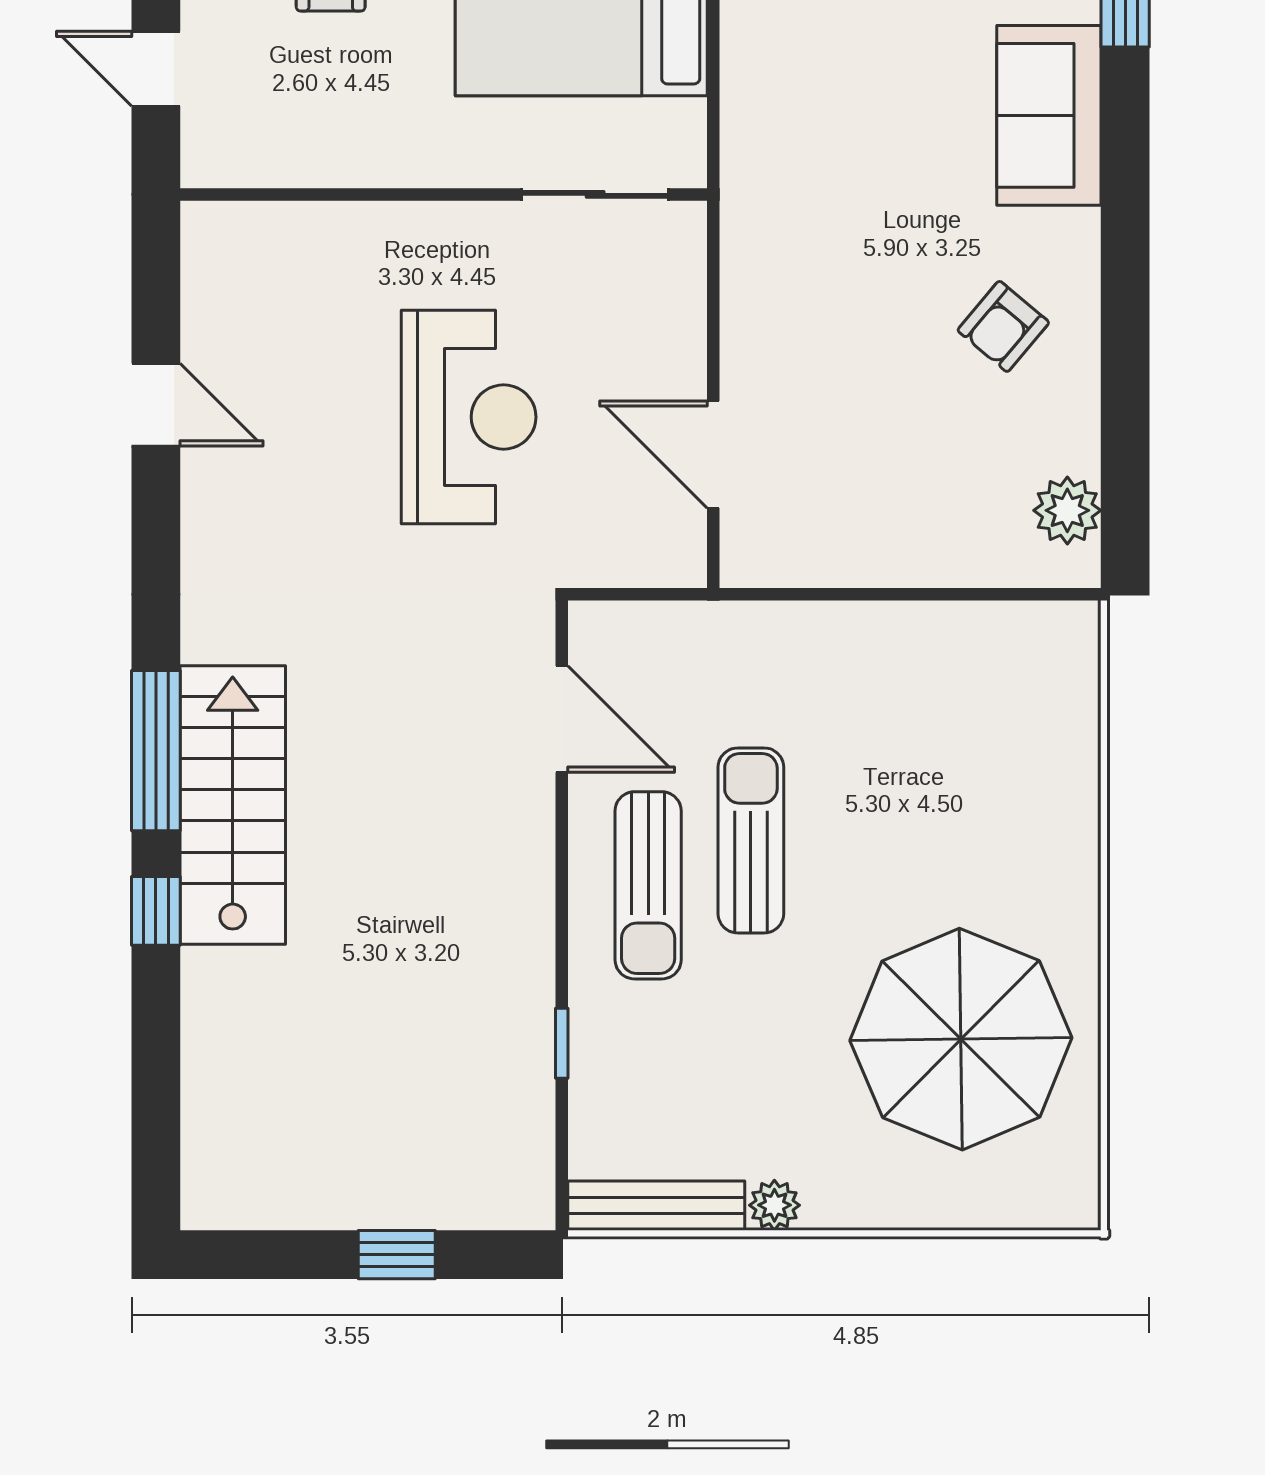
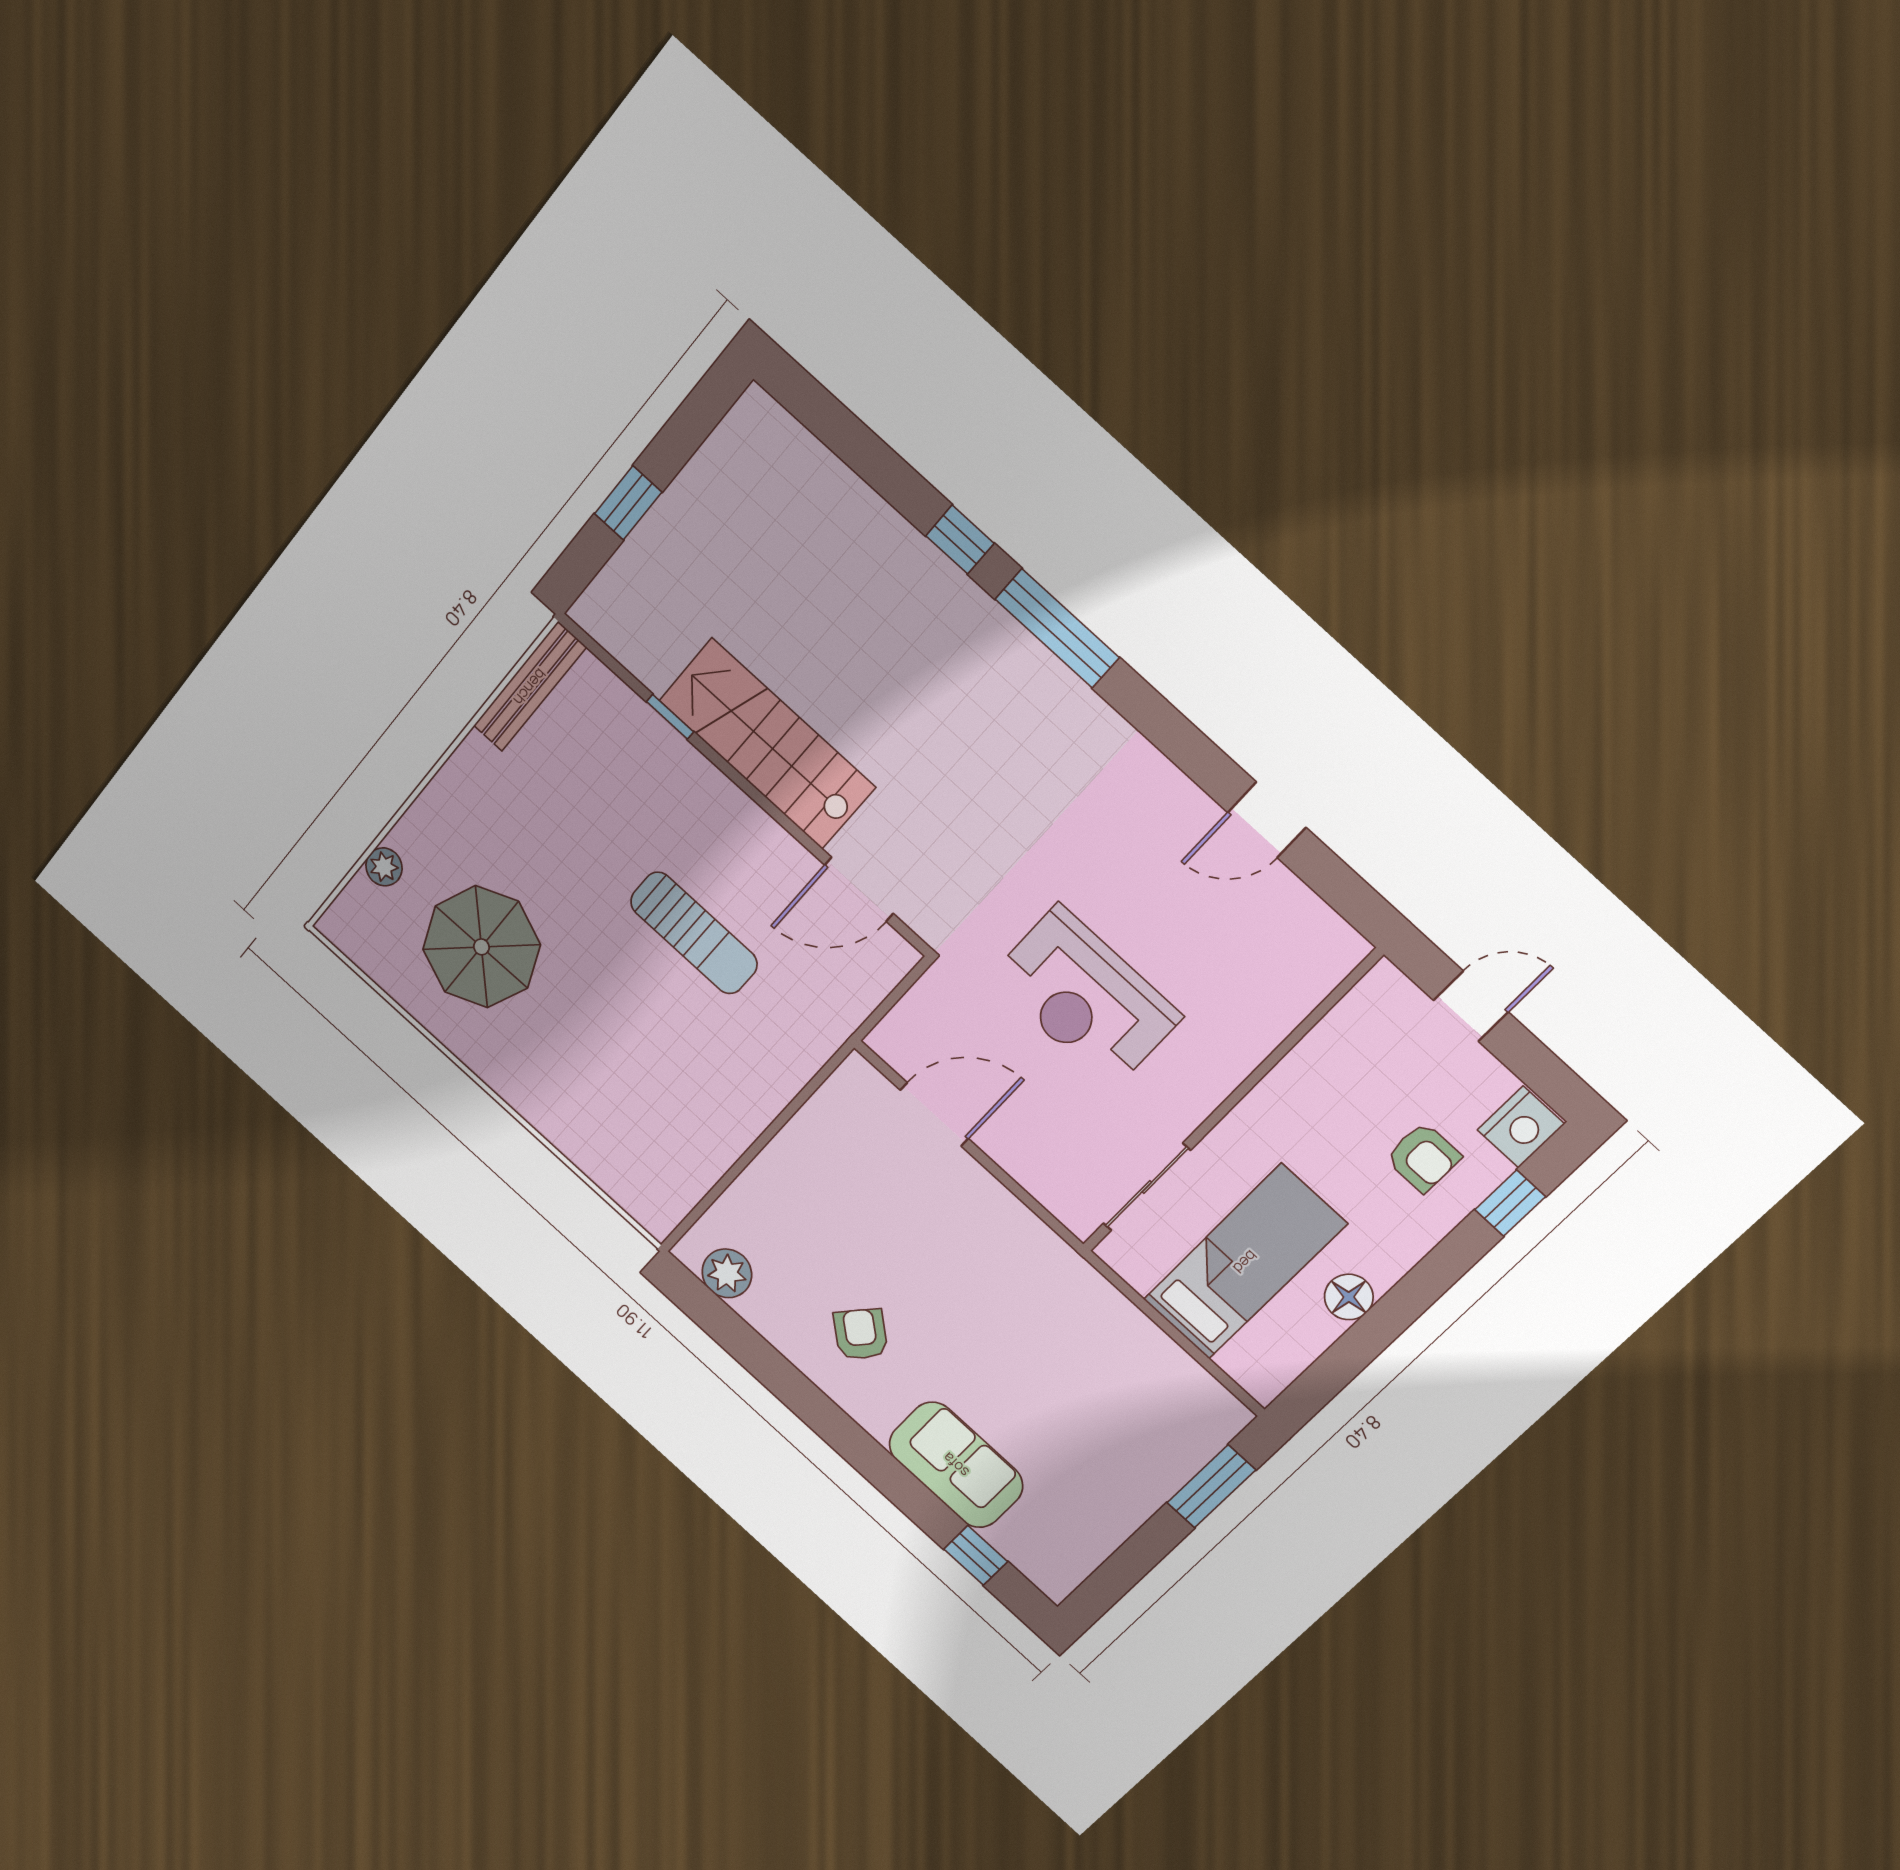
stairs: (233, 805) -> (767, 744), moved, turned 180
sun lounger: (648, 885) -> (719, 851), removed
parasol: (961, 1039) -> (481, 947), width x0.73, depth x0.73
plant: (774, 1205) -> (384, 867), moved

